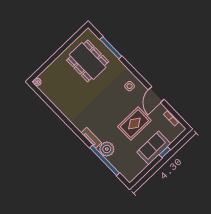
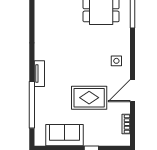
sofa: (154, 148) -> (65, 135), moved
plant: (107, 149) -> (43, 97), removed

